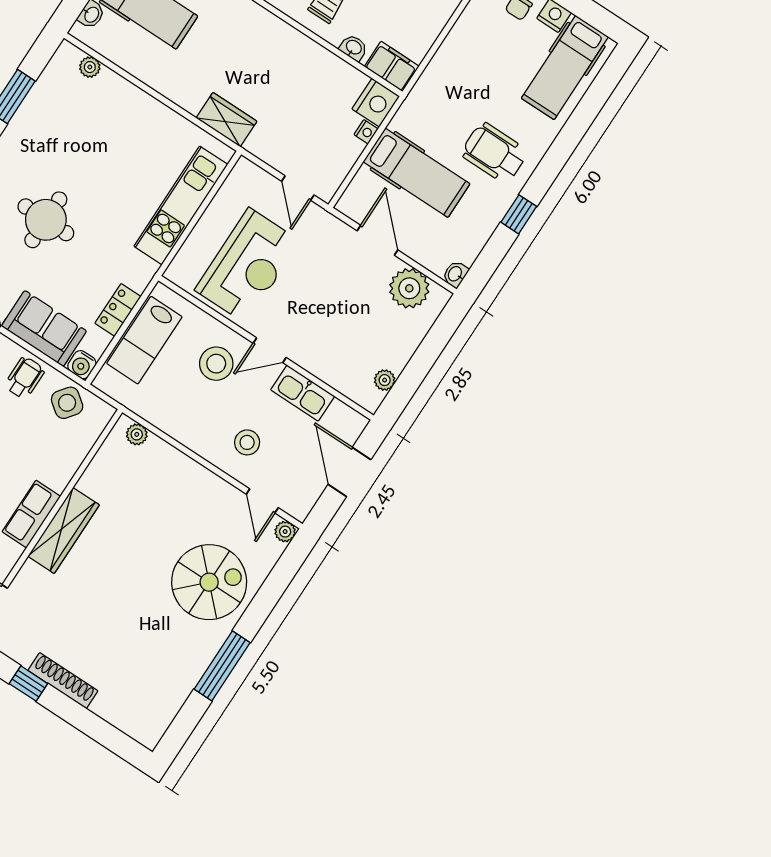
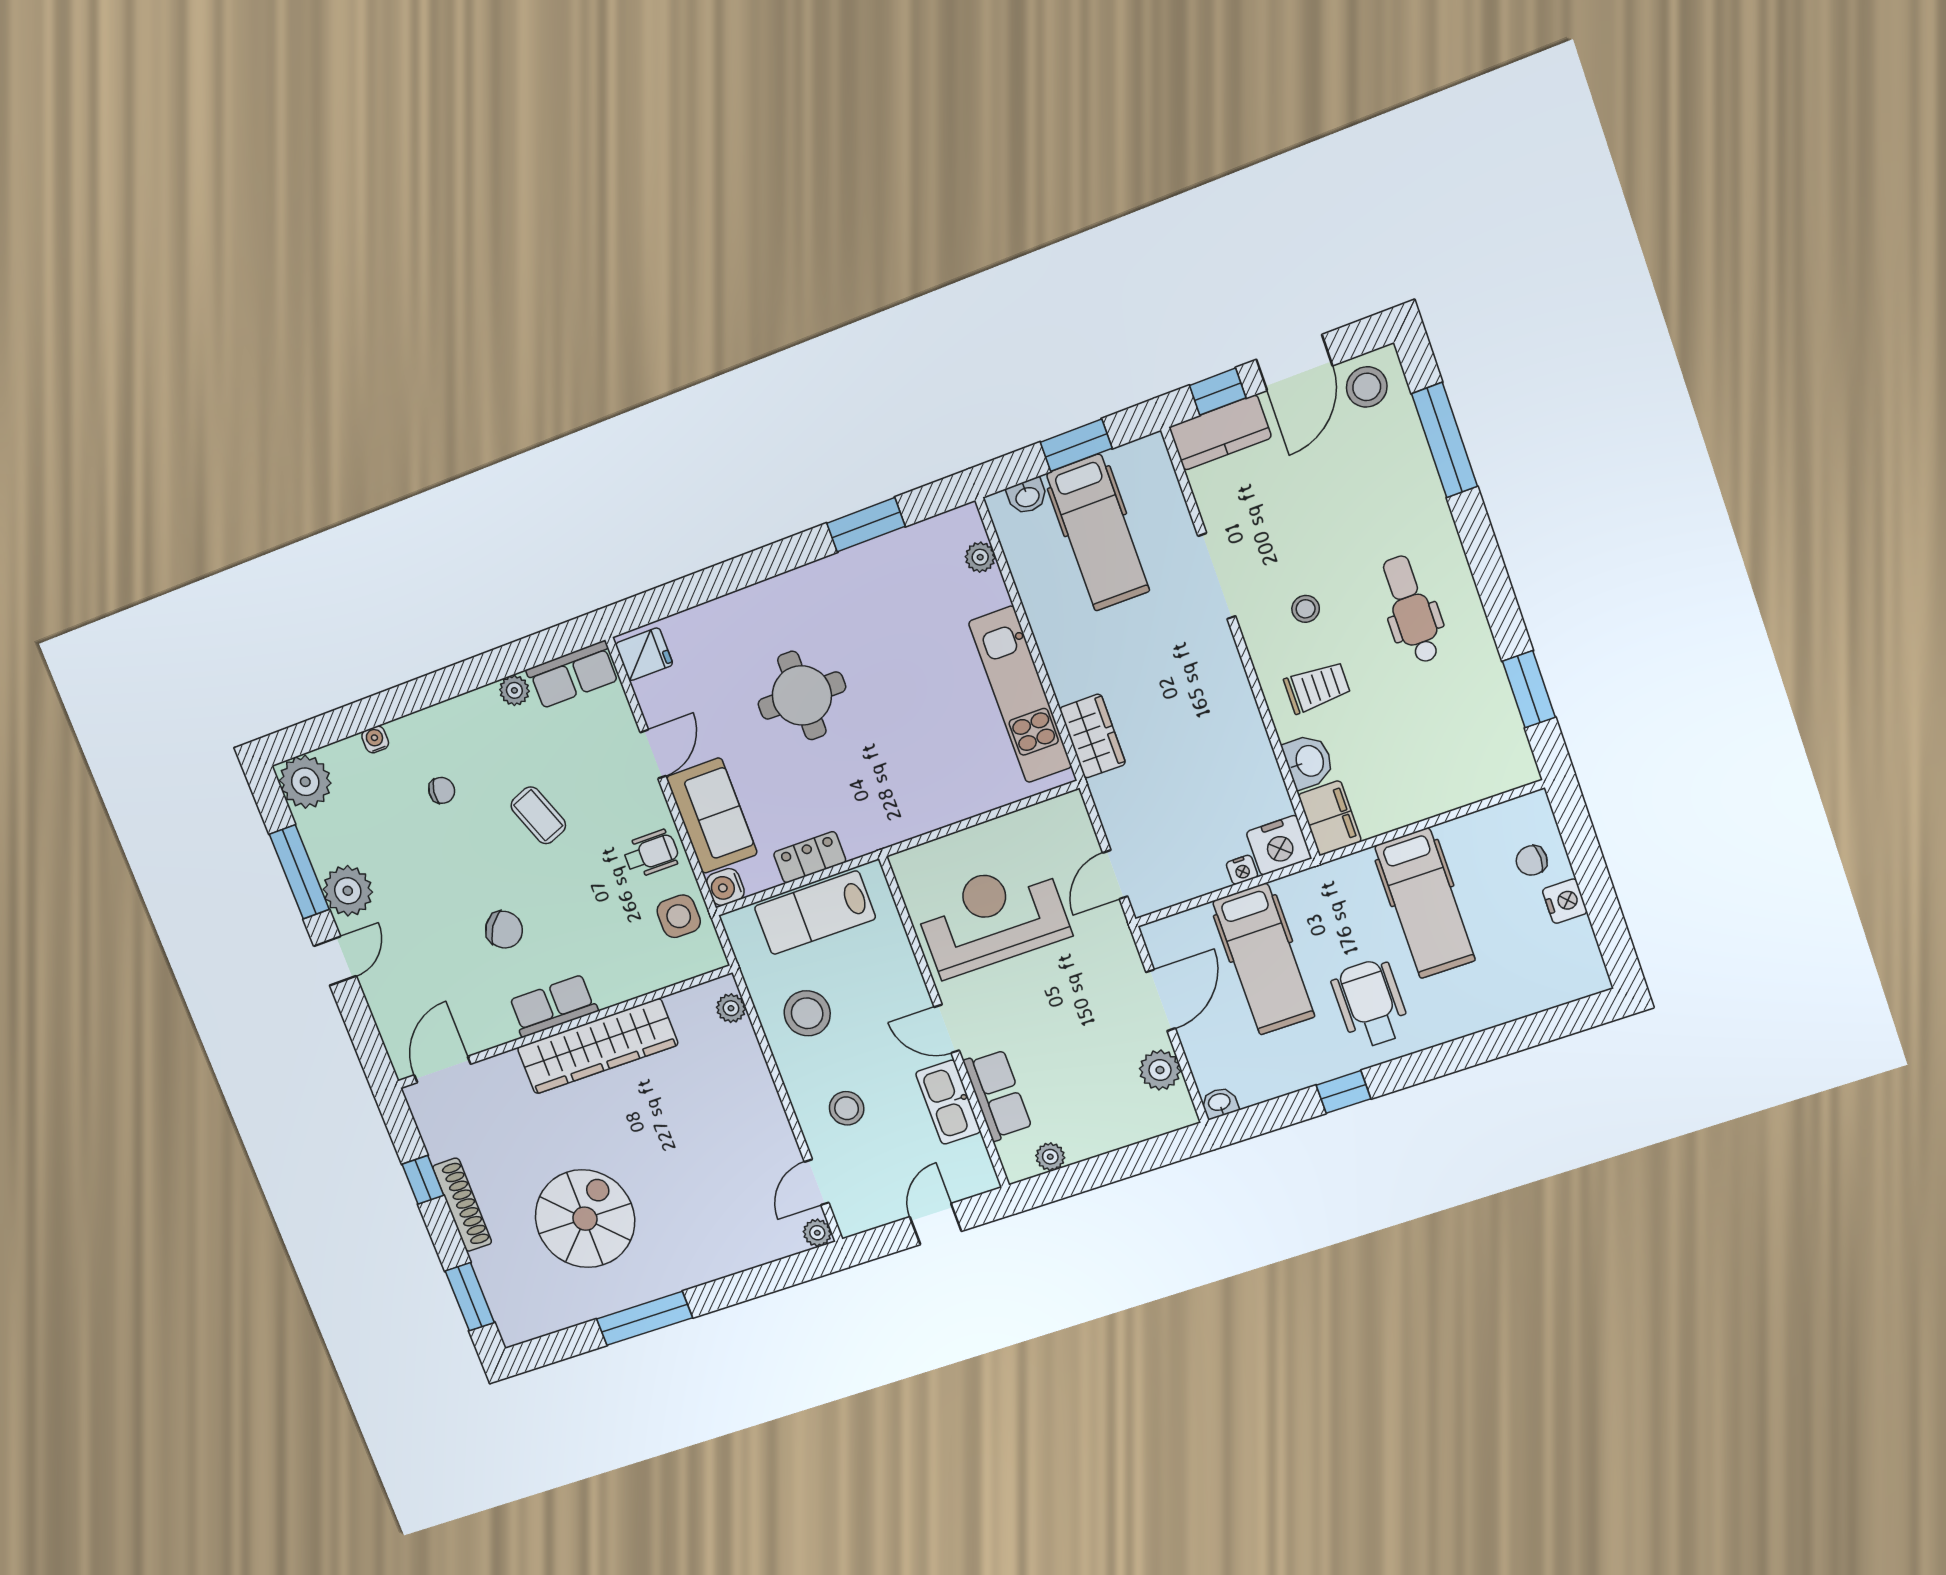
washbasin: (354, 48) -> (1309, 761), width x1.38, depth x1.45
hospital bed: (565, 68) -> (1425, 903), moved, turned -90
kitchen unit: (181, 205) -> (1020, 694), moved, turned -90
reception desk: (247, 266) -> (992, 918), turned 180
plant: (409, 288) -> (1160, 1070), width x0.73, depth x0.73
stool: (216, 364) -> (807, 1013), moved
row of seats: (327, 367) -> (998, 1095), added
side table: (67, 403) -> (679, 916), turned -37
door: (349, 472) -> (936, 1224), width x0.73
wardrobe: (64, 531) -> (598, 1046), width x1.40, depth x1.17
spiral stairs: (209, 582) -> (585, 1219), moved, turned -90
window: (108, 736) -> (470, 1297), added

